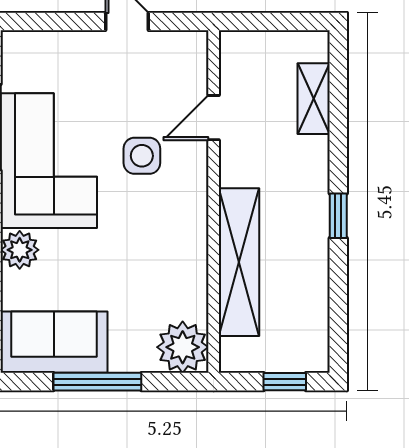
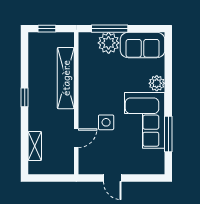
plant: (183, 347) -> (109, 43), moved
window: (97, 382) -> (110, 29), moved

